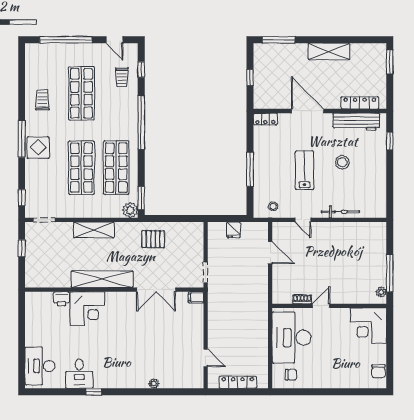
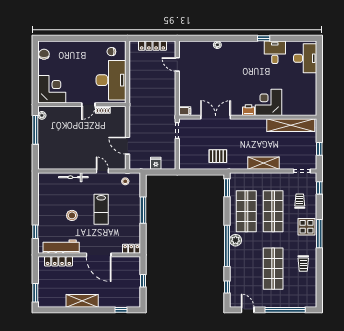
window: (279, 40) -> (121, 310), width x0.46
trolley: (122, 77) -> (300, 201), moved
plant: (130, 210) -> (236, 240), moved
shelving: (102, 279) -> (291, 125), moved
printer: (61, 299) -> (248, 110), moved

